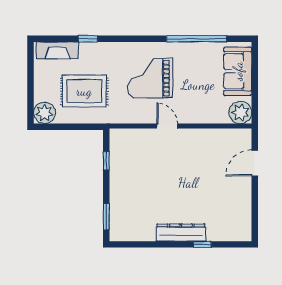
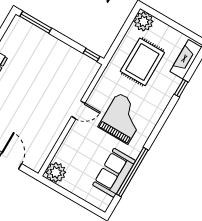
sofa: (238, 71) -> (114, 173), moved, turned -90
window: (106, 161) -> (91, 55), moved
window: (106, 217) -> (36, 22), width x1.44

